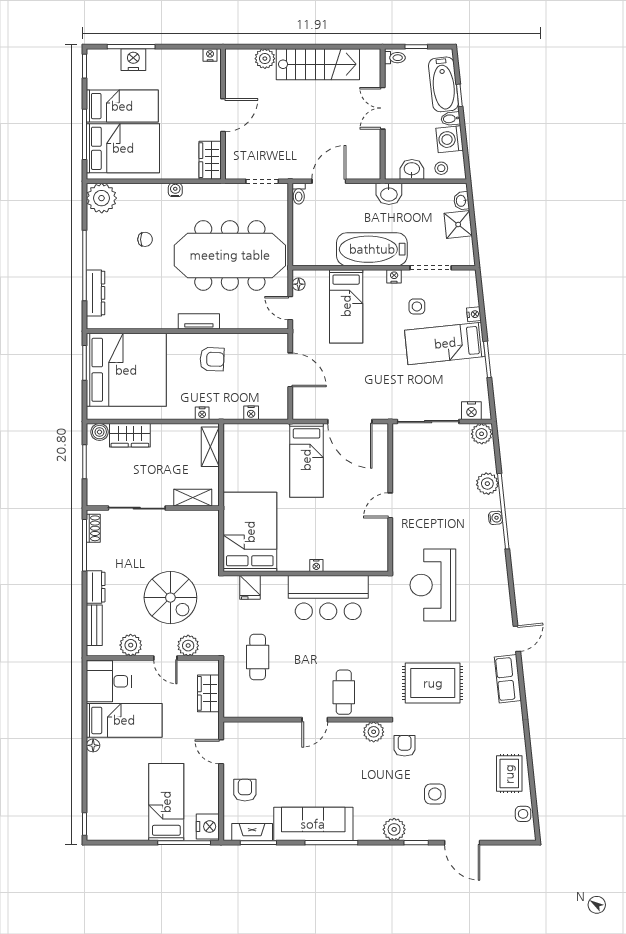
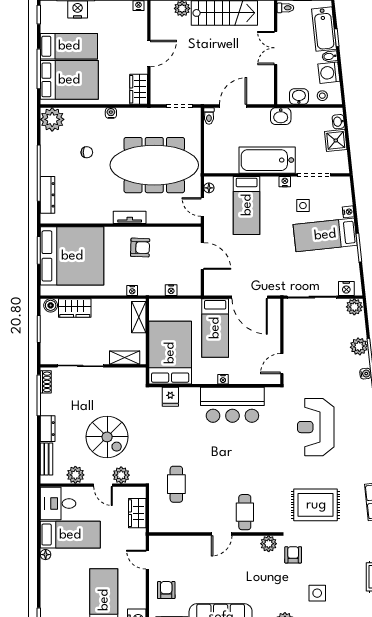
bed: (250, 532) -> (170, 353), moved
nightstand: (316, 565) -> (223, 379), moved
wall: (306, 573) -> (215, 386), moved
fridge: (250, 587) -> (170, 397), moved
bar counter: (328, 598) -> (232, 405), moved

